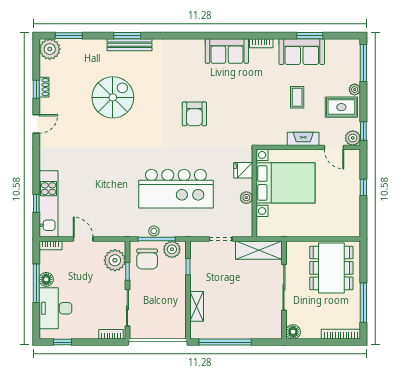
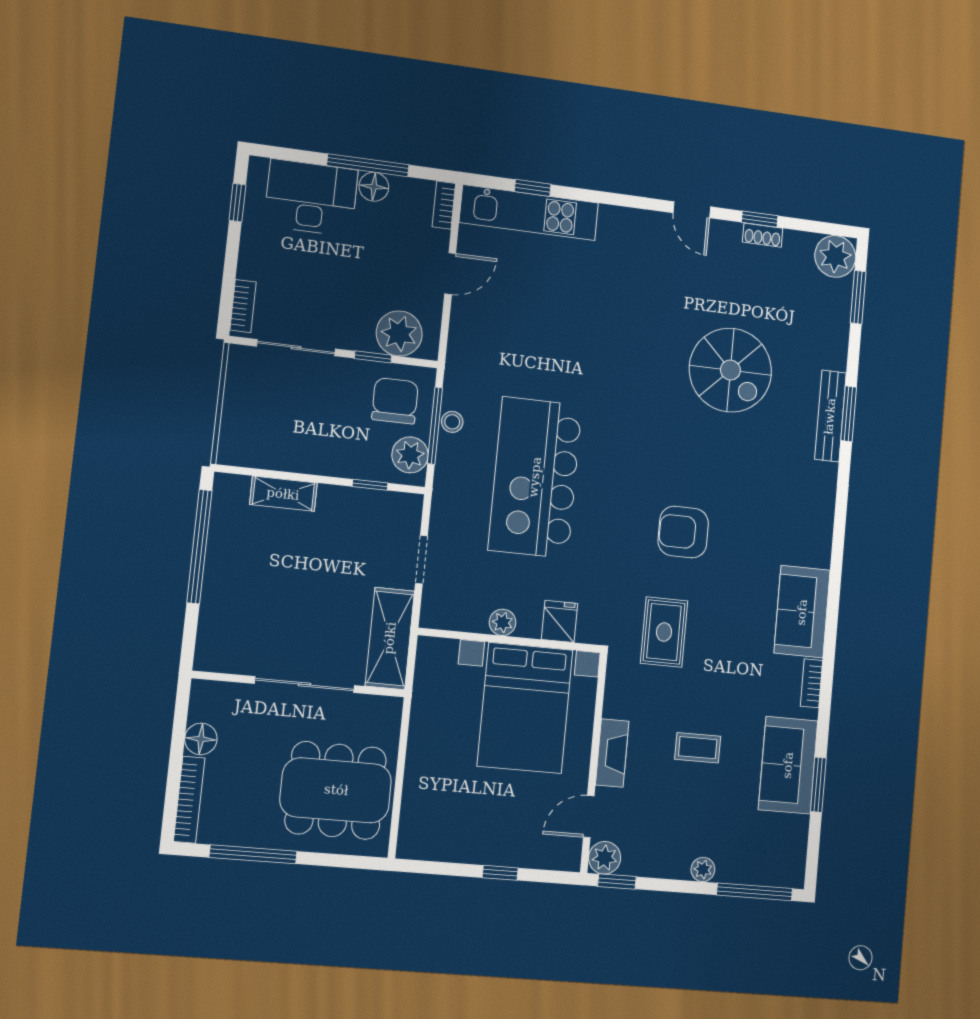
rug: (341, 107) -> (664, 632), moved
chair: (147, 259) -> (395, 401), turned 90
floor lamp: (293, 332) -> (201, 739), moved

